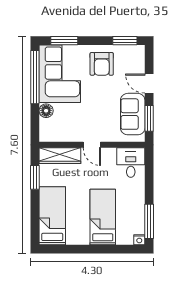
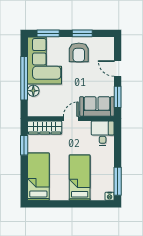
window: (125, 41) -> (82, 33), moved
window: (35, 77) -> (24, 78), moved
sofa: (133, 114) -> (97, 106), moved, turned 90
door: (92, 145) -> (71, 119), swing flipped

